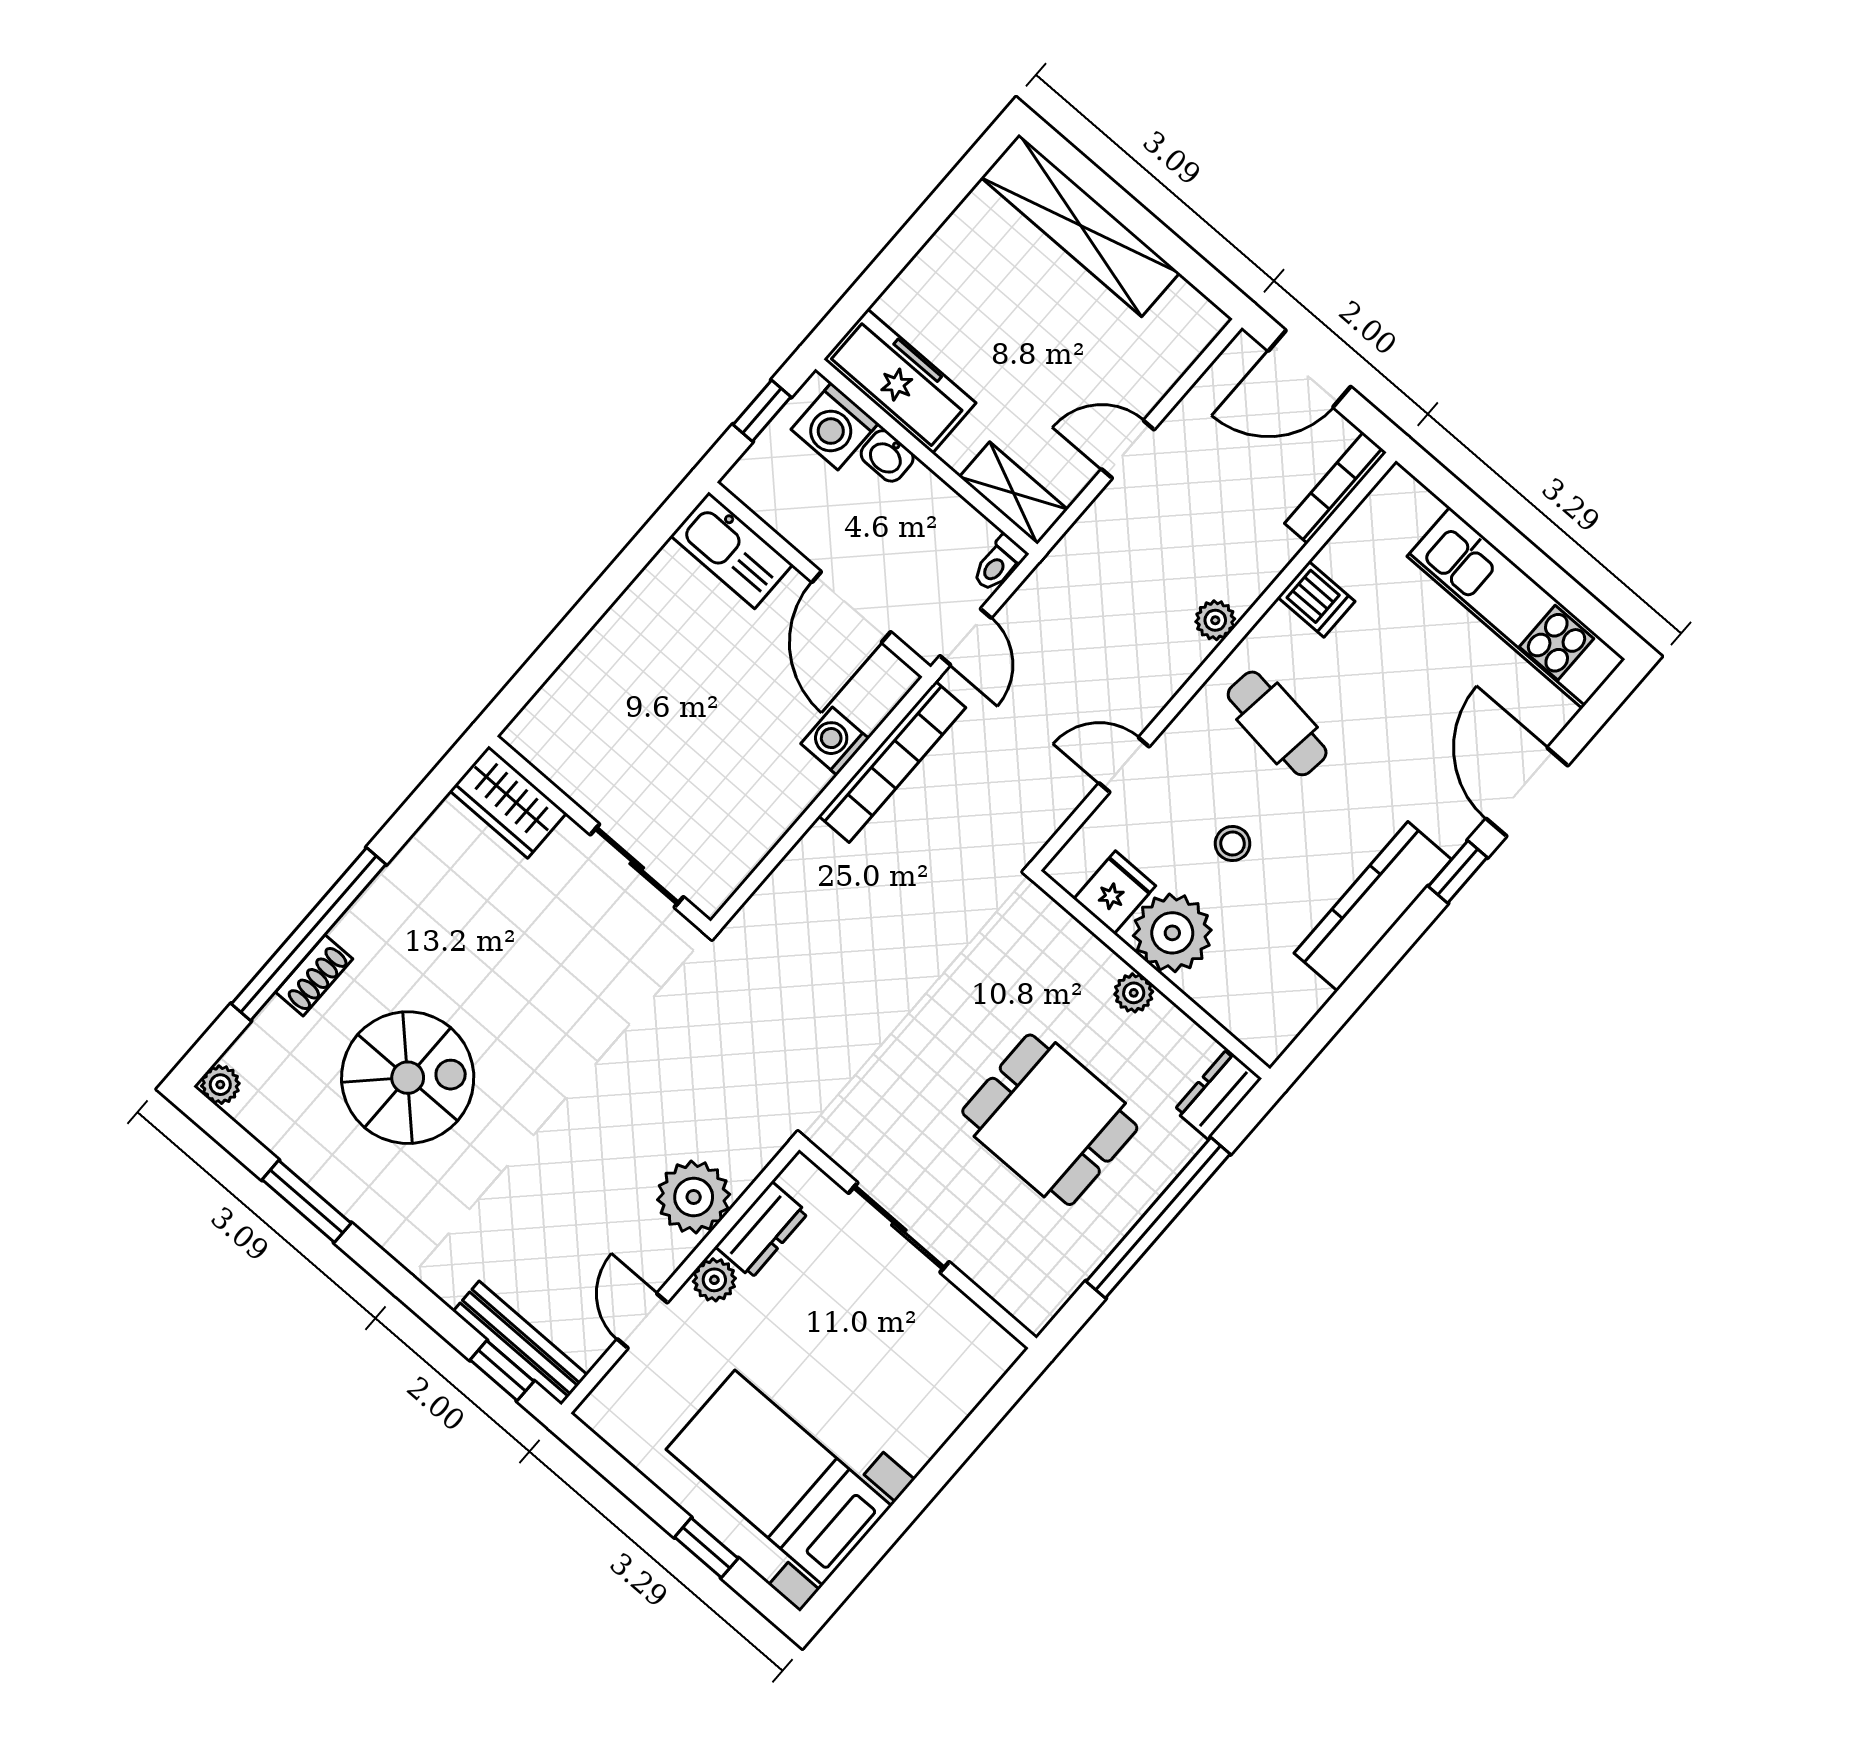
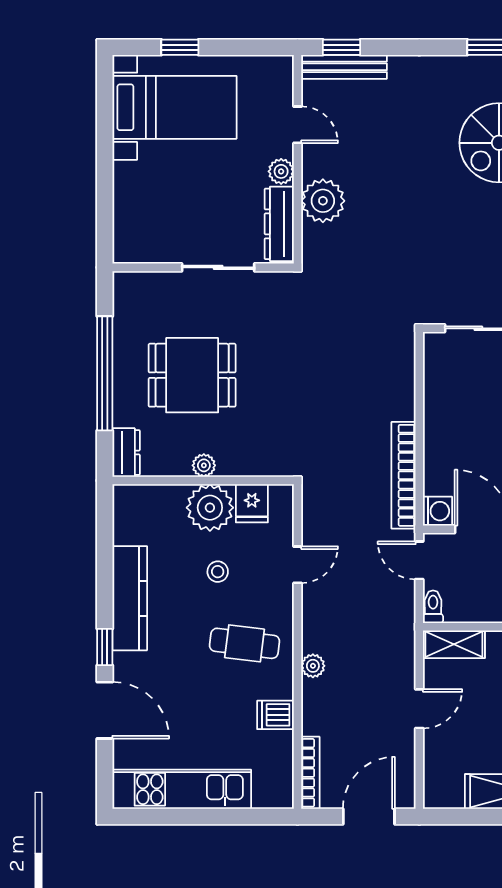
washing machine: (835, 741) -> (438, 511), moved
dresser: (762, 1230) -> (279, 224), width x1.44

